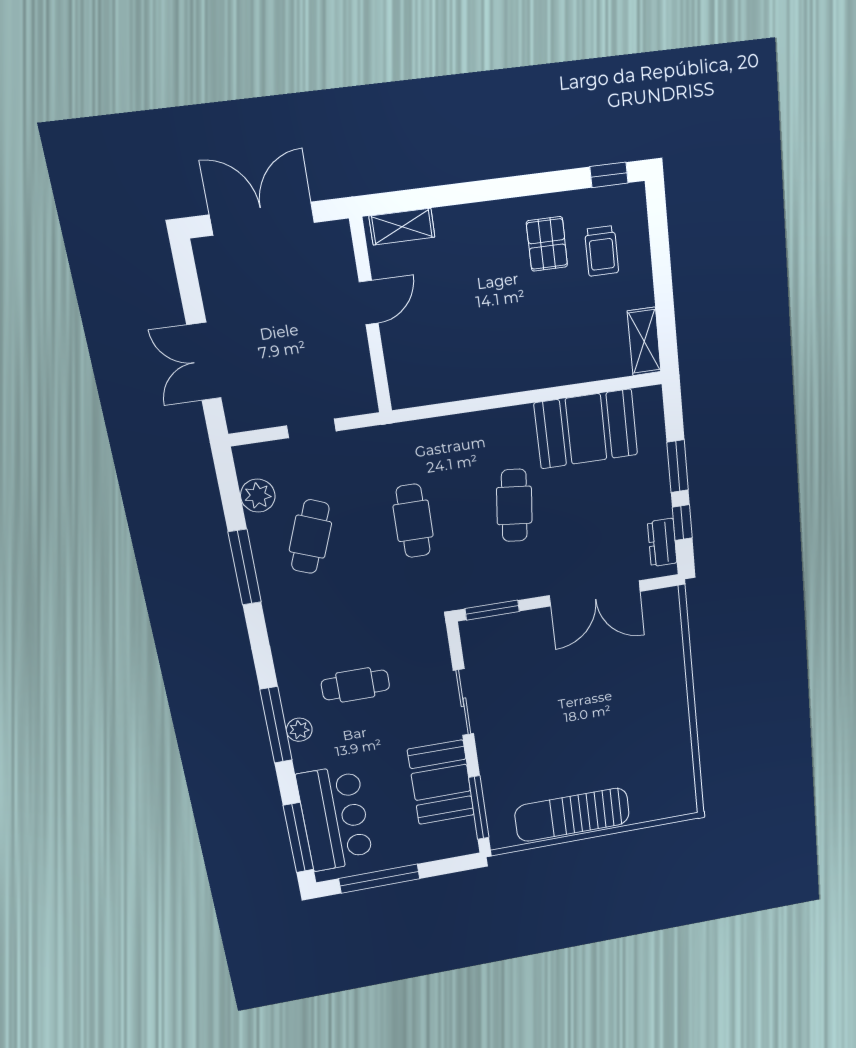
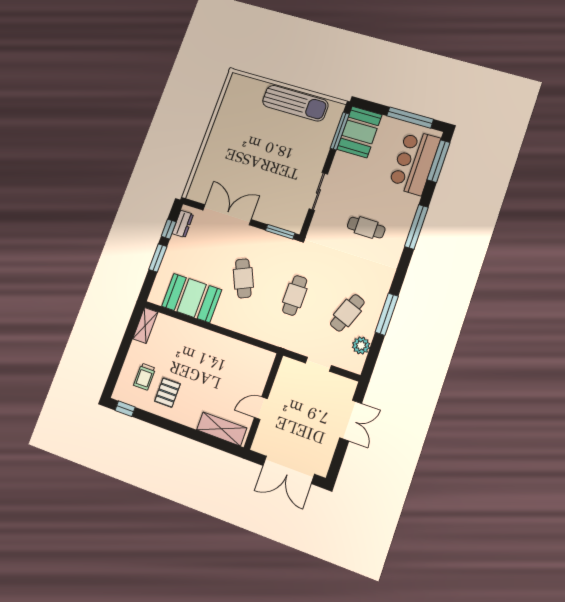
shelving: (402, 227) -> (222, 429), width x1.50, depth x1.33
trolley: (602, 251) -> (145, 377), turned 180
cafe table: (514, 505) -> (243, 278), turned -30
plant: (299, 730) -> (406, 218), removed
booth: (441, 782) -> (359, 132), moved

